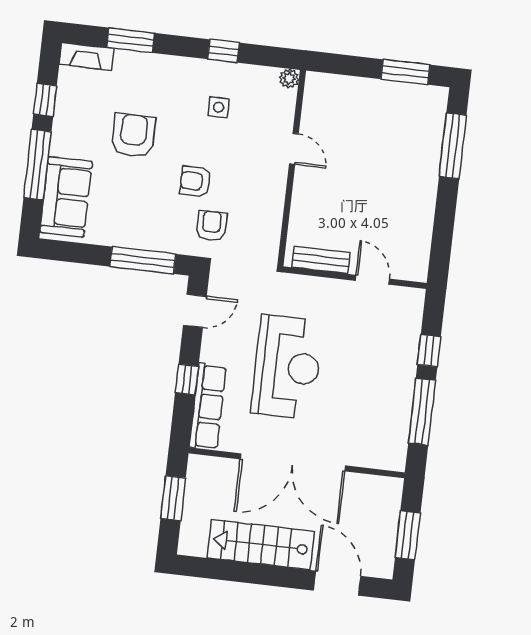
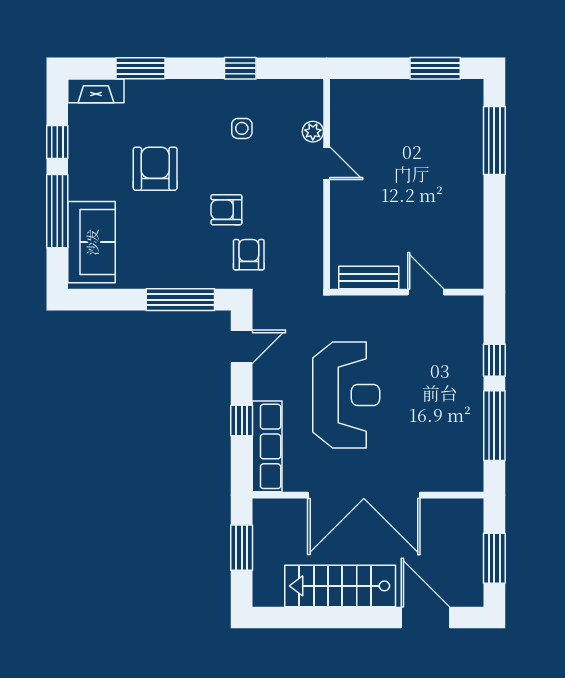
plant: (289, 79) -> (313, 132), moved

